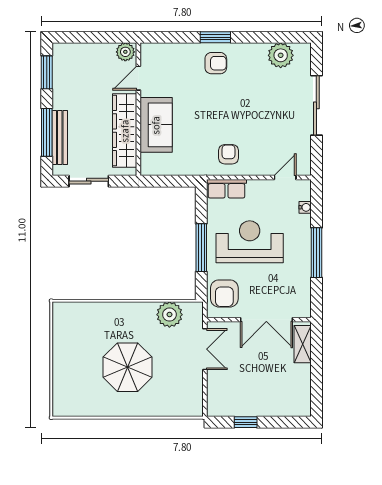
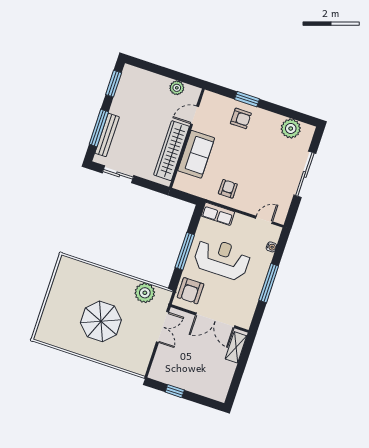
door: (138, 78) -> (195, 115), moved
wall: (138, 109) -> (187, 138), moved
sofa: (156, 125) -> (196, 154), moved
wardrobe: (125, 131) -> (172, 151), moved

